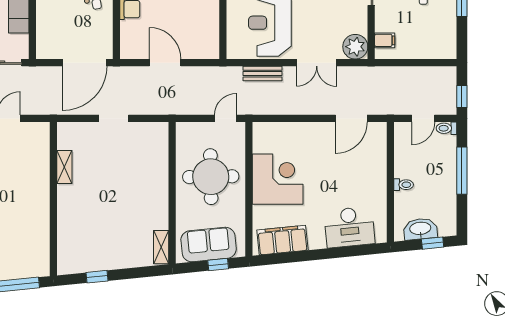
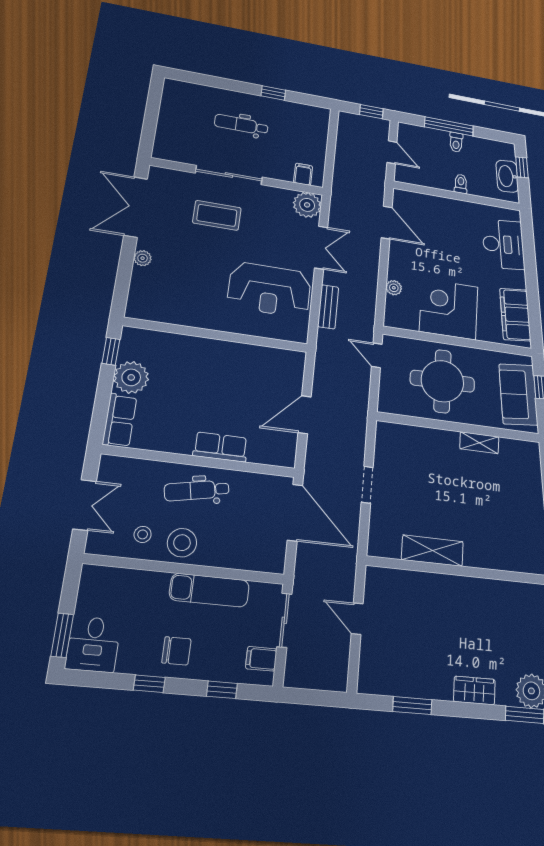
toilet: (447, 128) -> (456, 142), moved
plant: (290, 129) -> (394, 288), added
shelving: (64, 167) -> (432, 551), width x1.50, depth x1.33
shelving: (161, 247) -> (479, 443), moved

